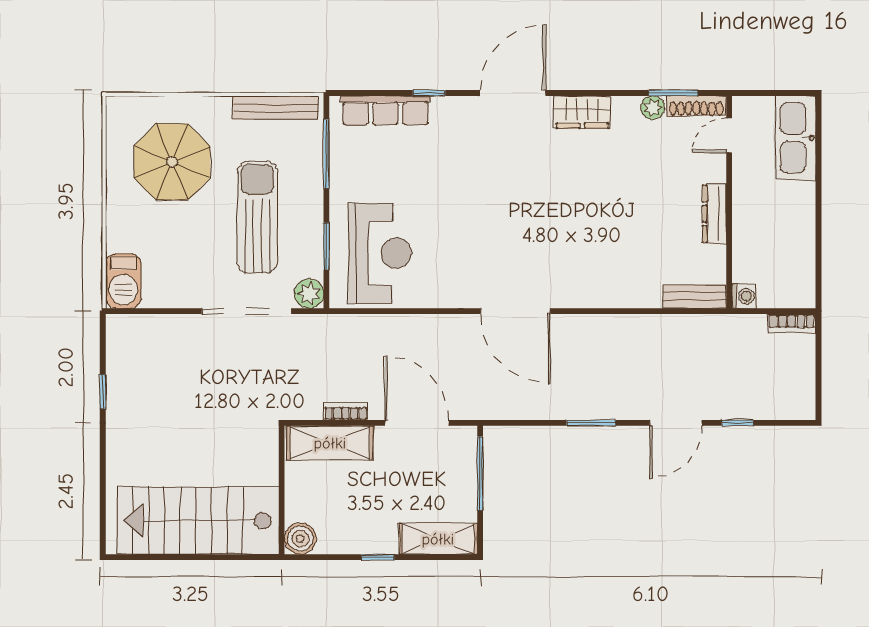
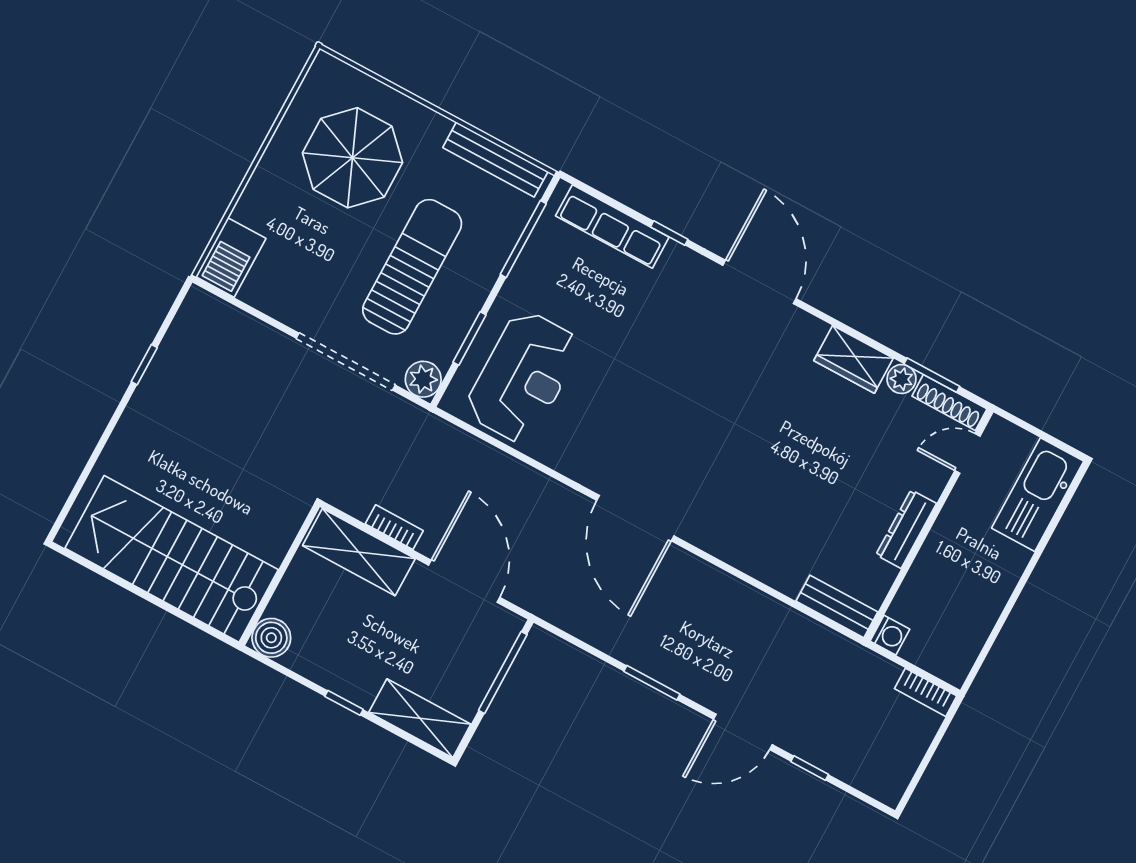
door: (513, 93) -> (759, 282), hinge flipped
wardrobe: (582, 112) -> (854, 359), moved

